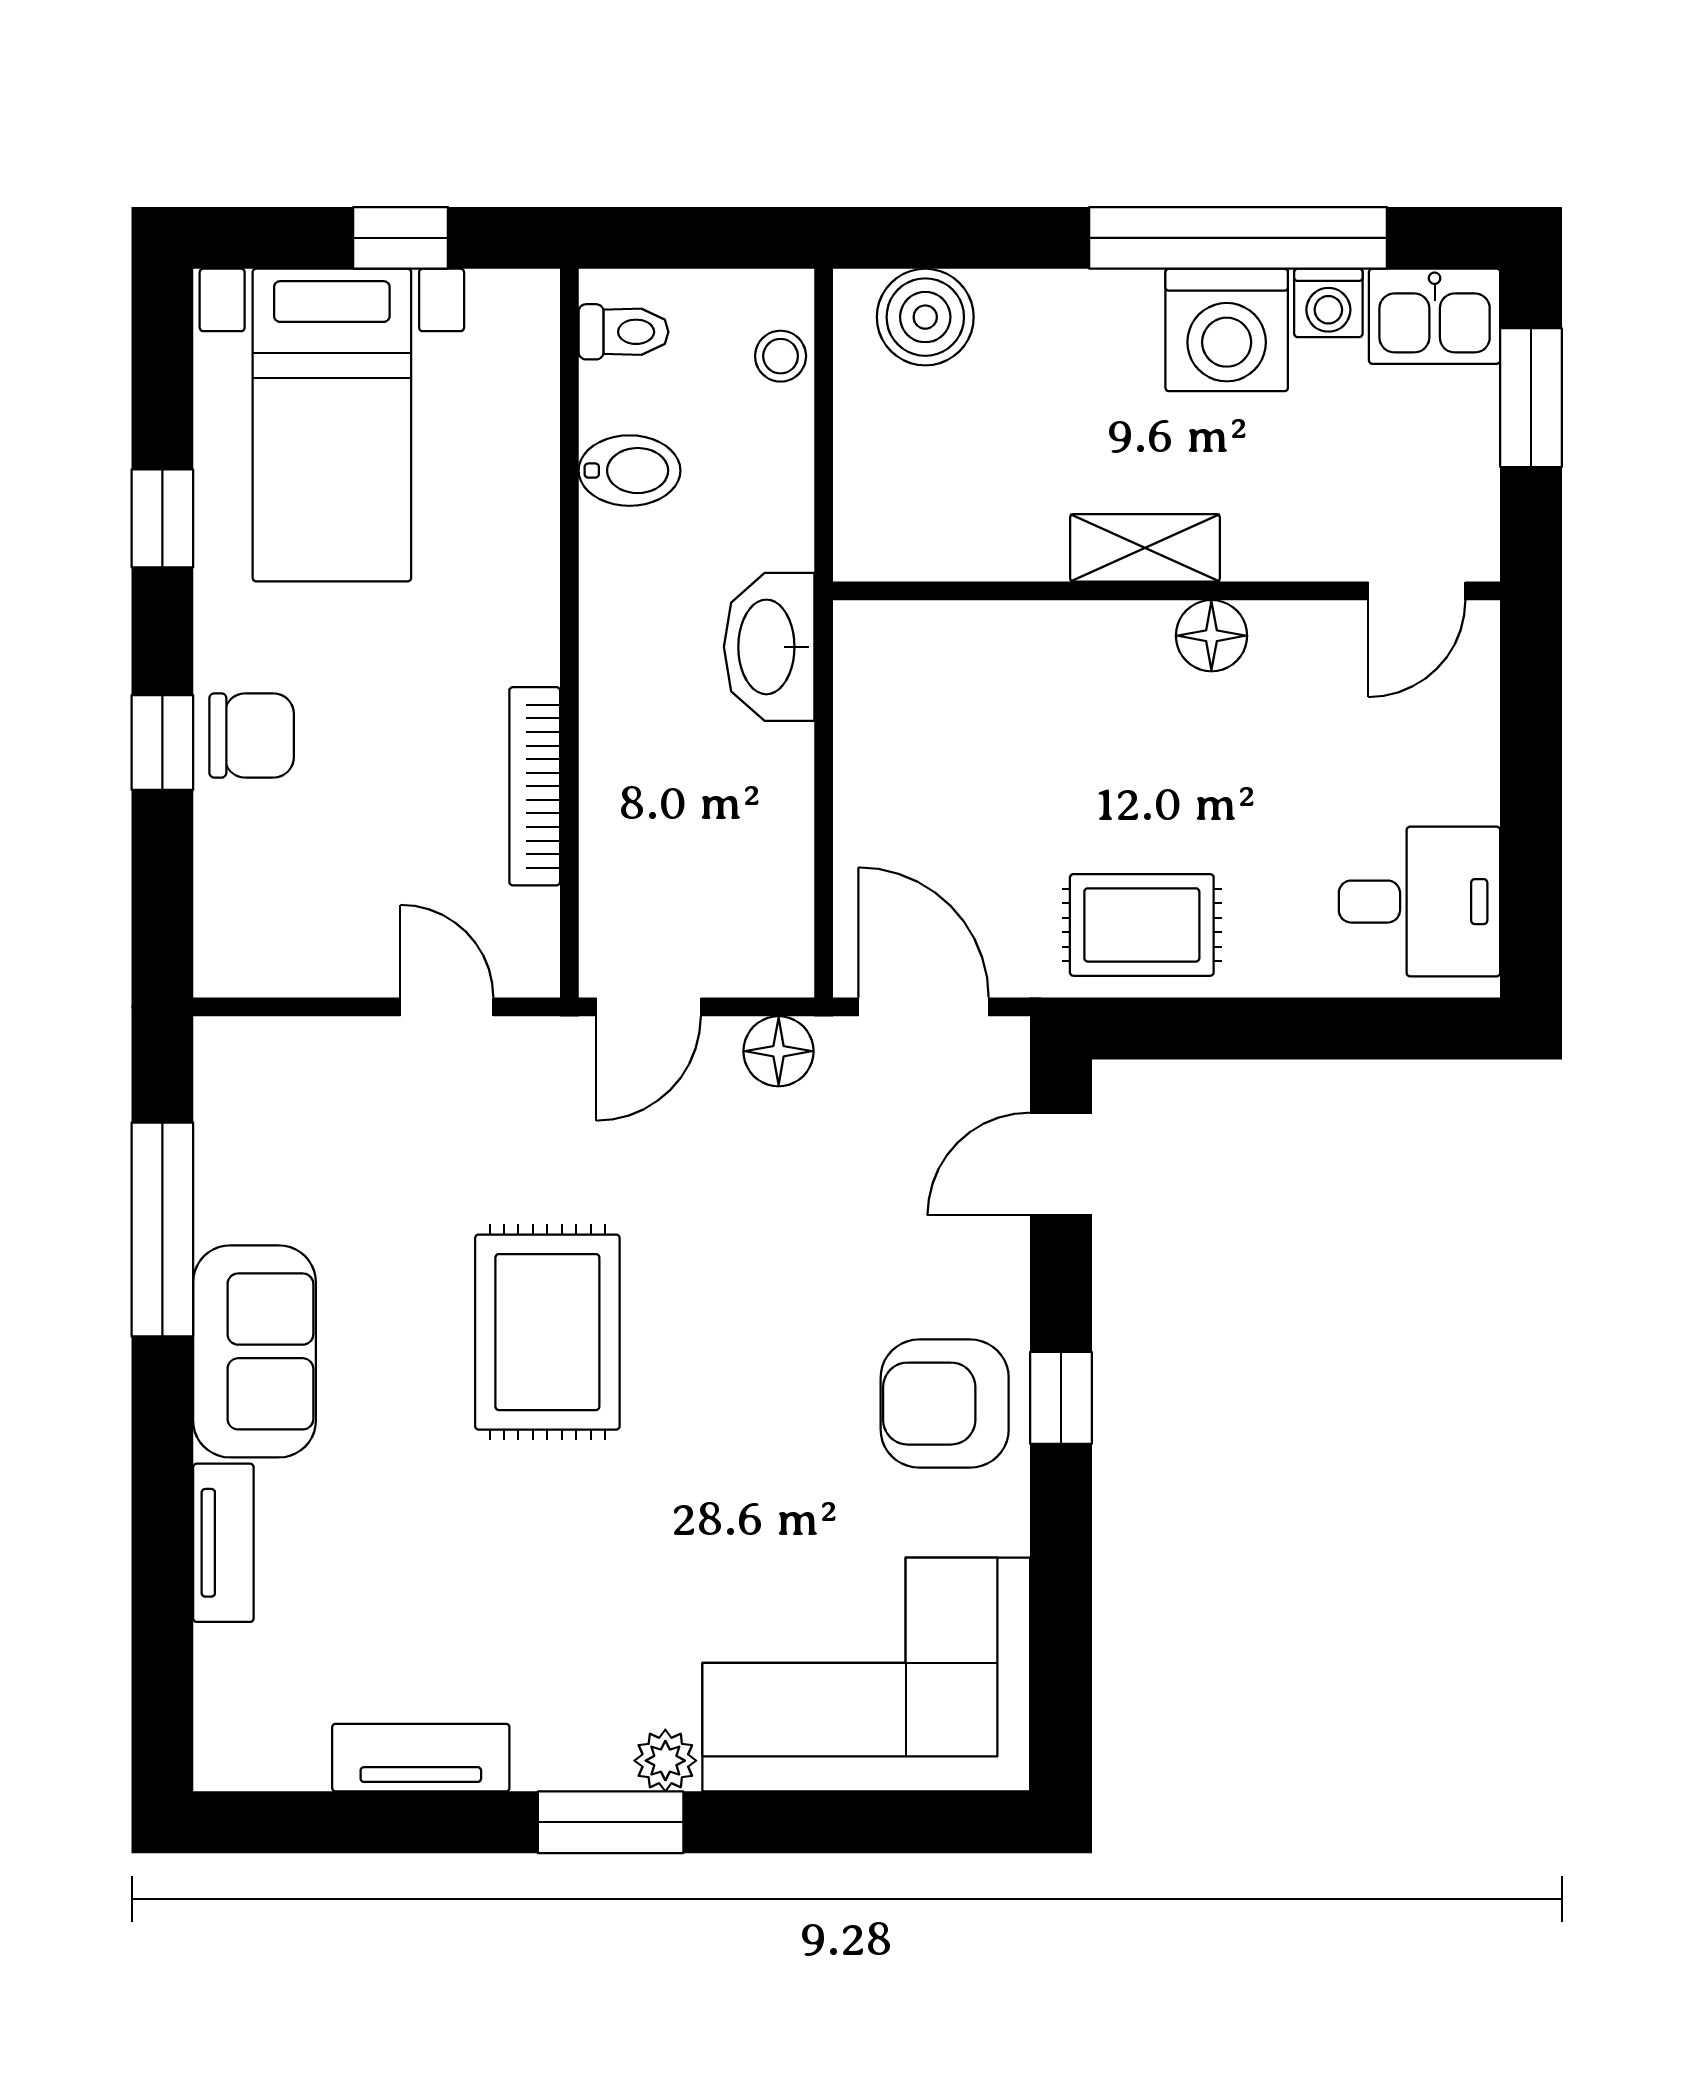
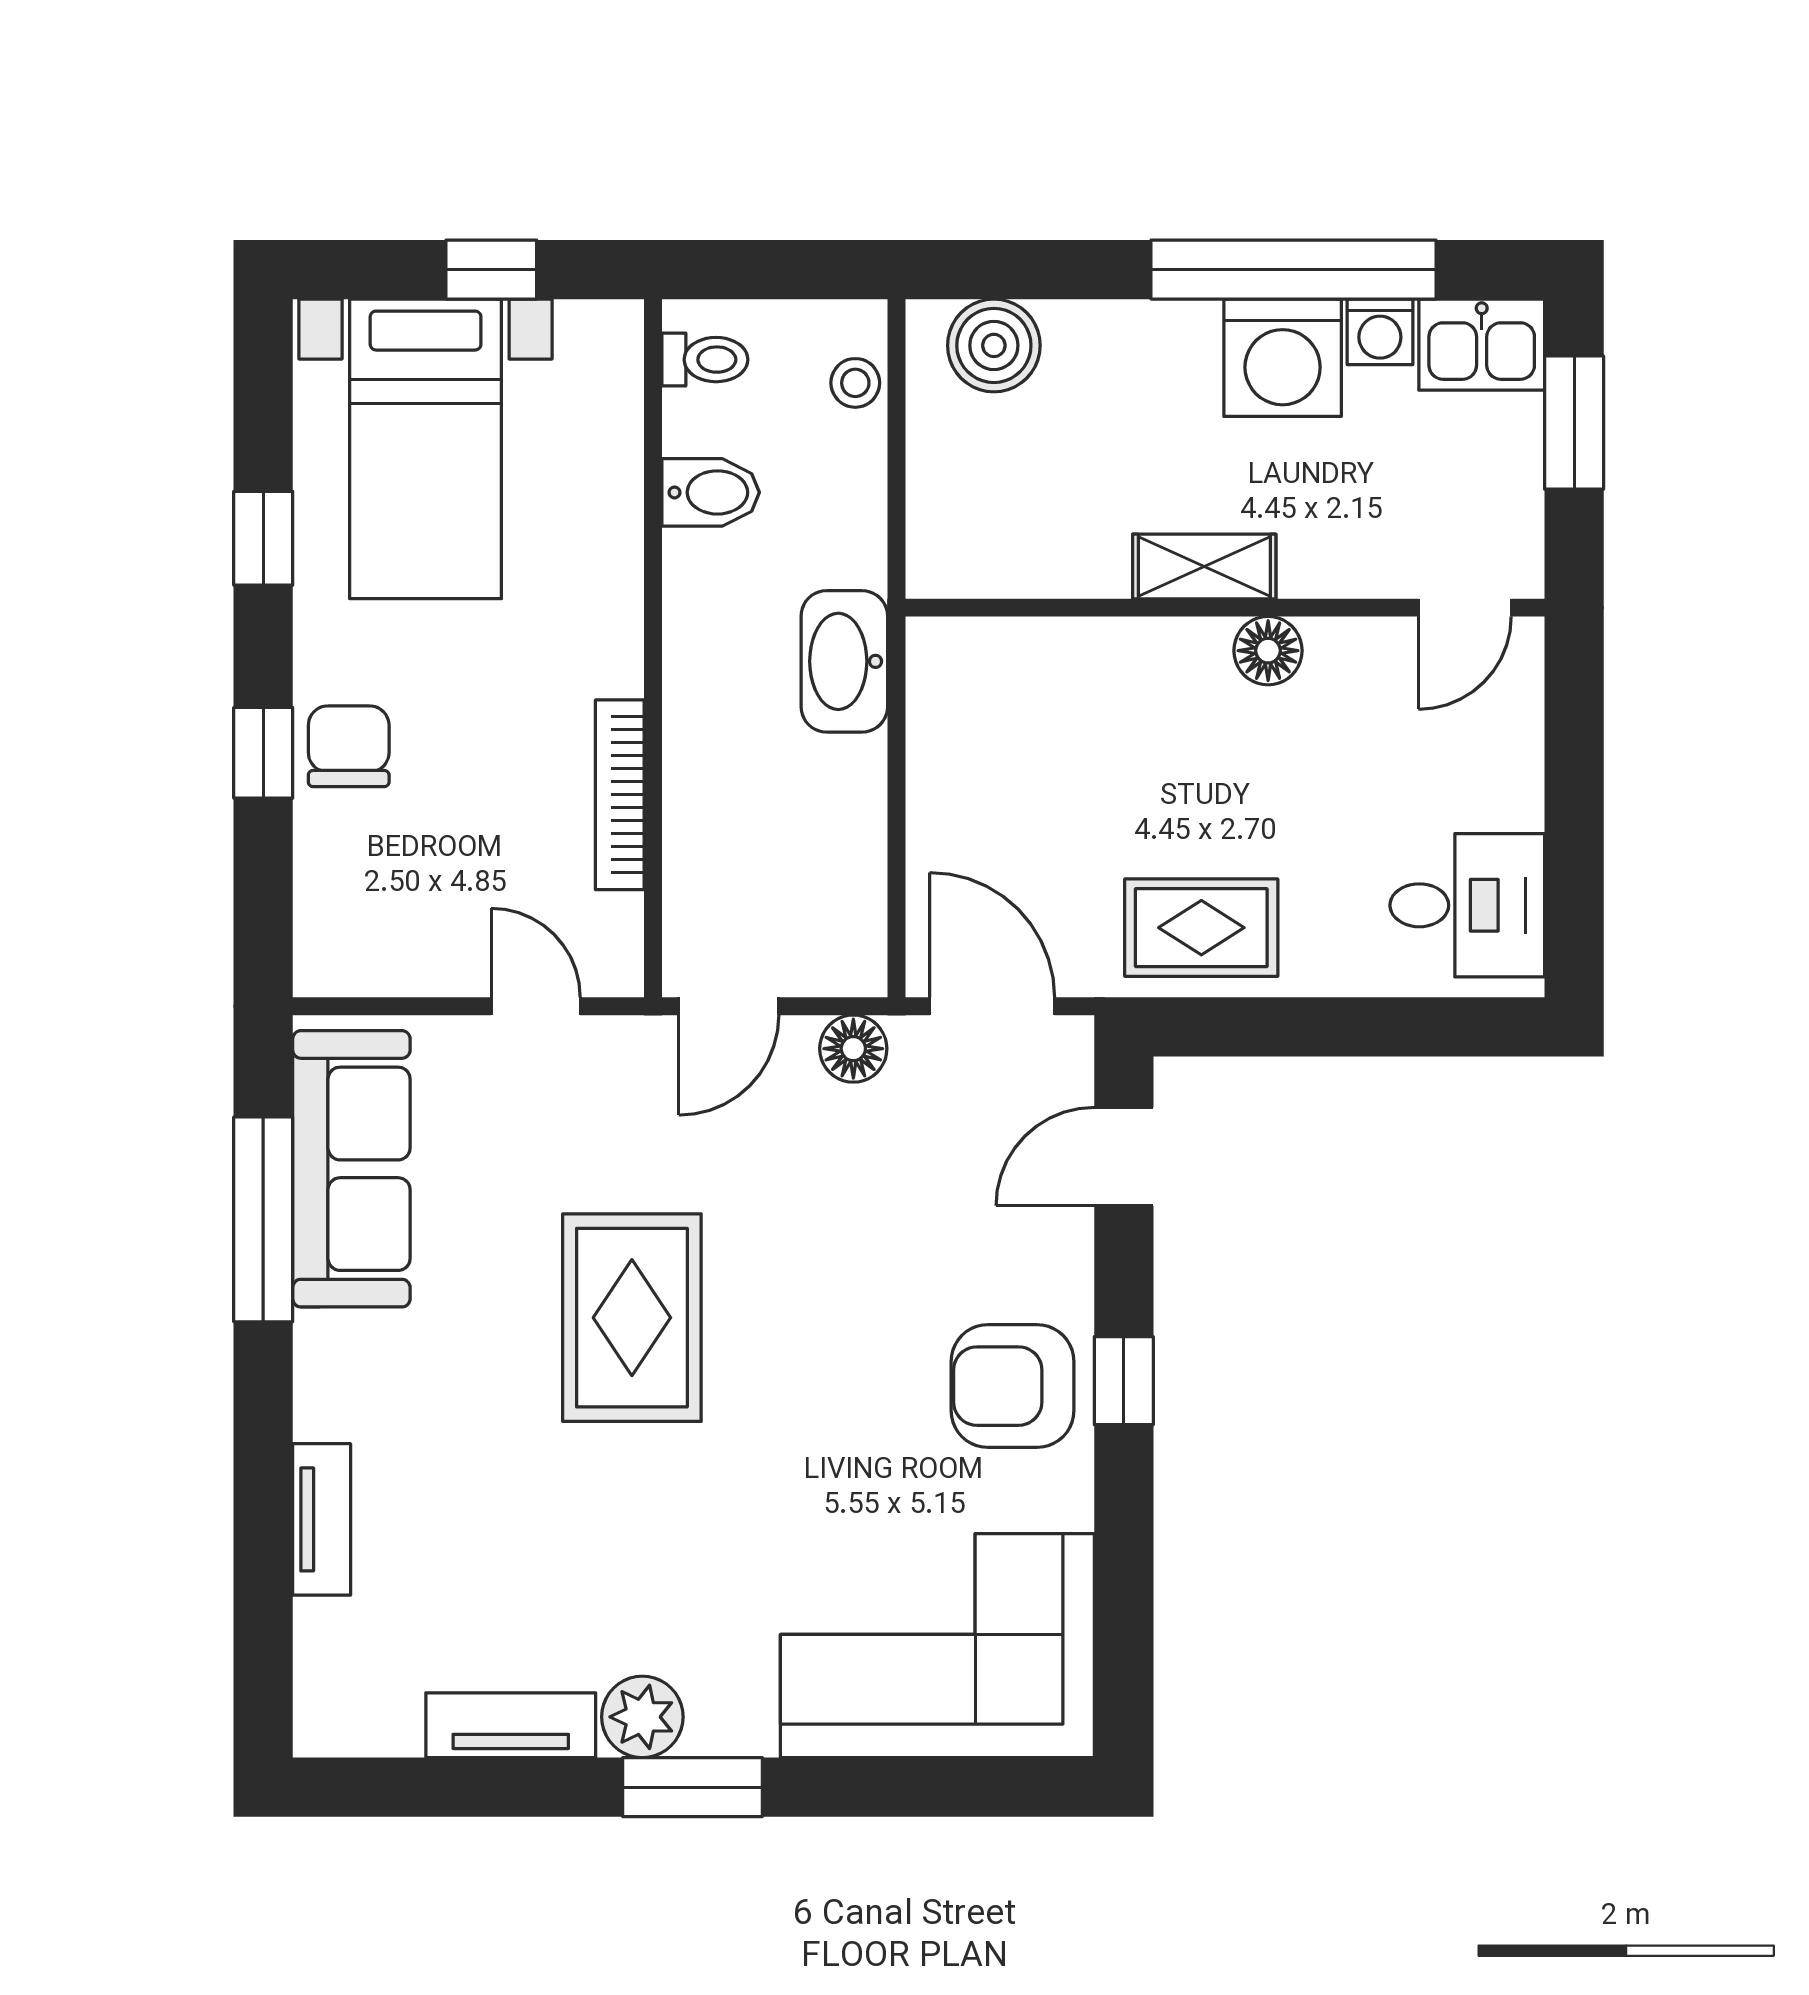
chair: (252, 735) -> (349, 746), turned -90
sofa: (254, 1351) -> (351, 1169), moved, width x1.36
plant: (665, 1761) -> (642, 1717), moved, width x1.38, depth x1.38

